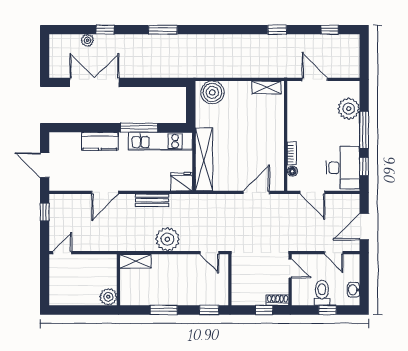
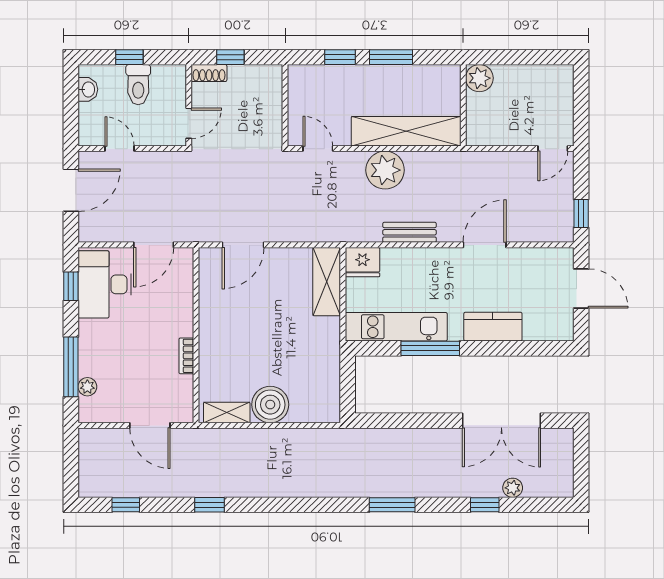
boiler: (212, 92) -> (270, 405), moved
plant: (349, 109) -> (87, 387), width x0.53, depth x0.53
window: (364, 130) -> (71, 367), moved
bookcase: (292, 153) -> (186, 356), moved
shelving: (204, 159) -> (327, 282), width x0.68
floor lamp: (292, 171) -> (185, 279), removed
door: (312, 192) -> (154, 245), swing flipped
shelving: (136, 261) -> (406, 131), width x2.20, depth x1.33
door: (290, 269) -> (189, 123), swing flipped
window: (209, 310) -> (340, 57), moved

